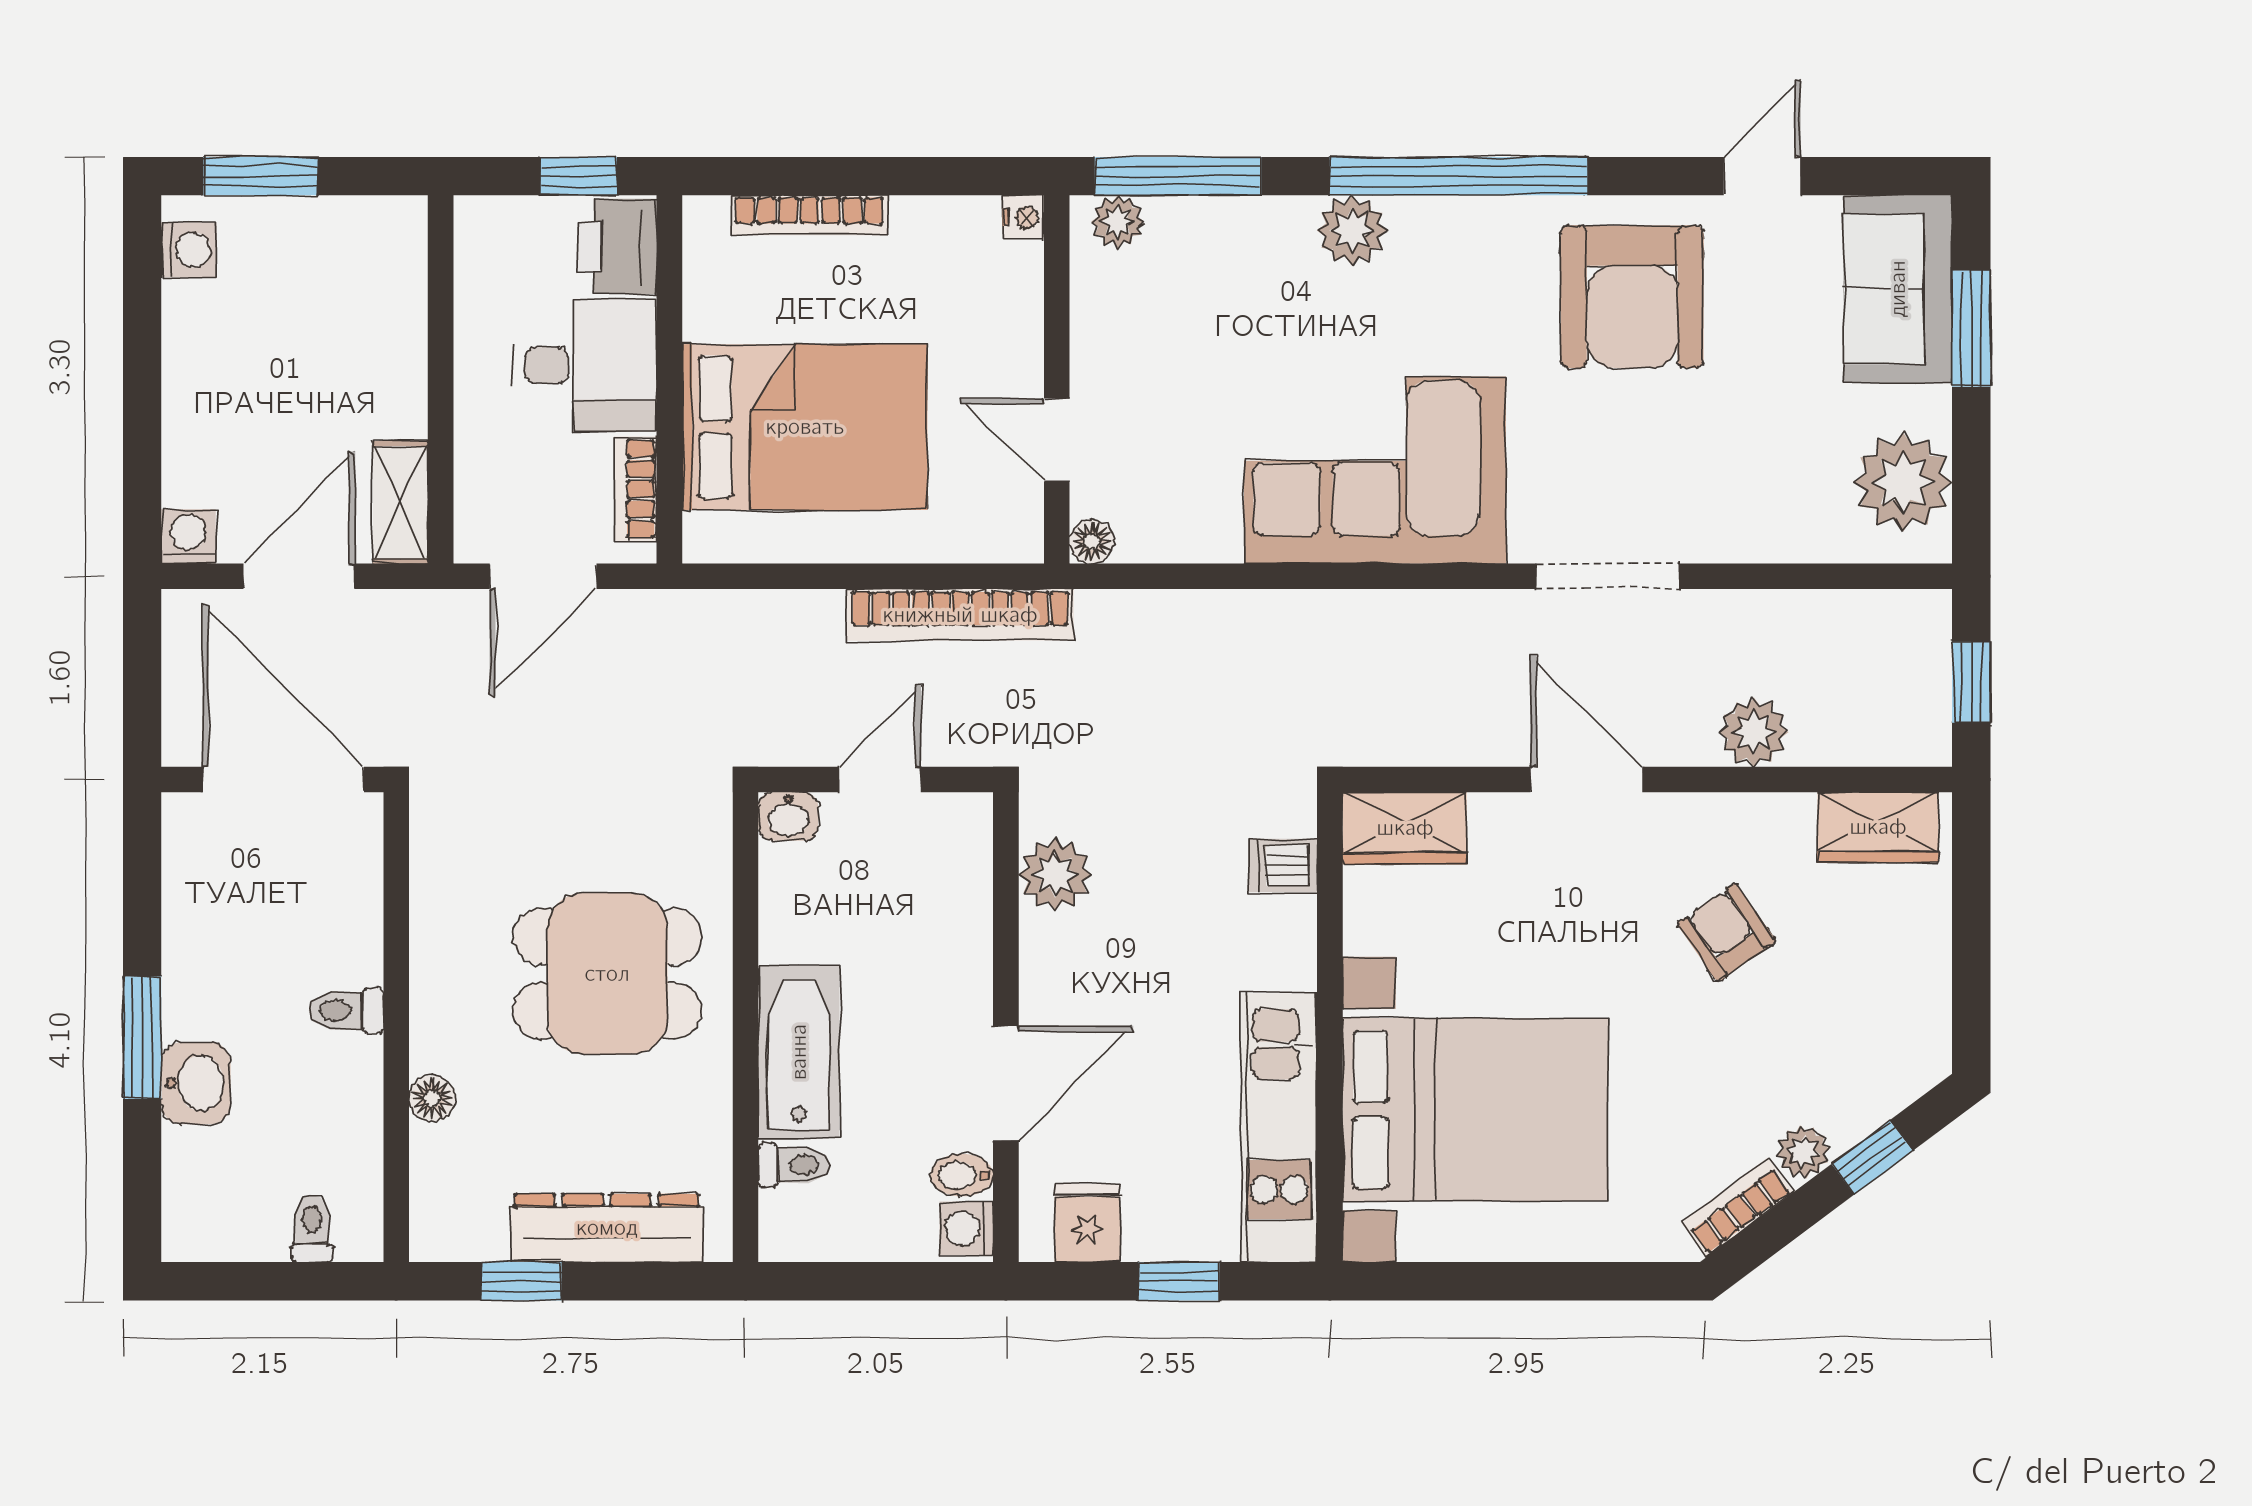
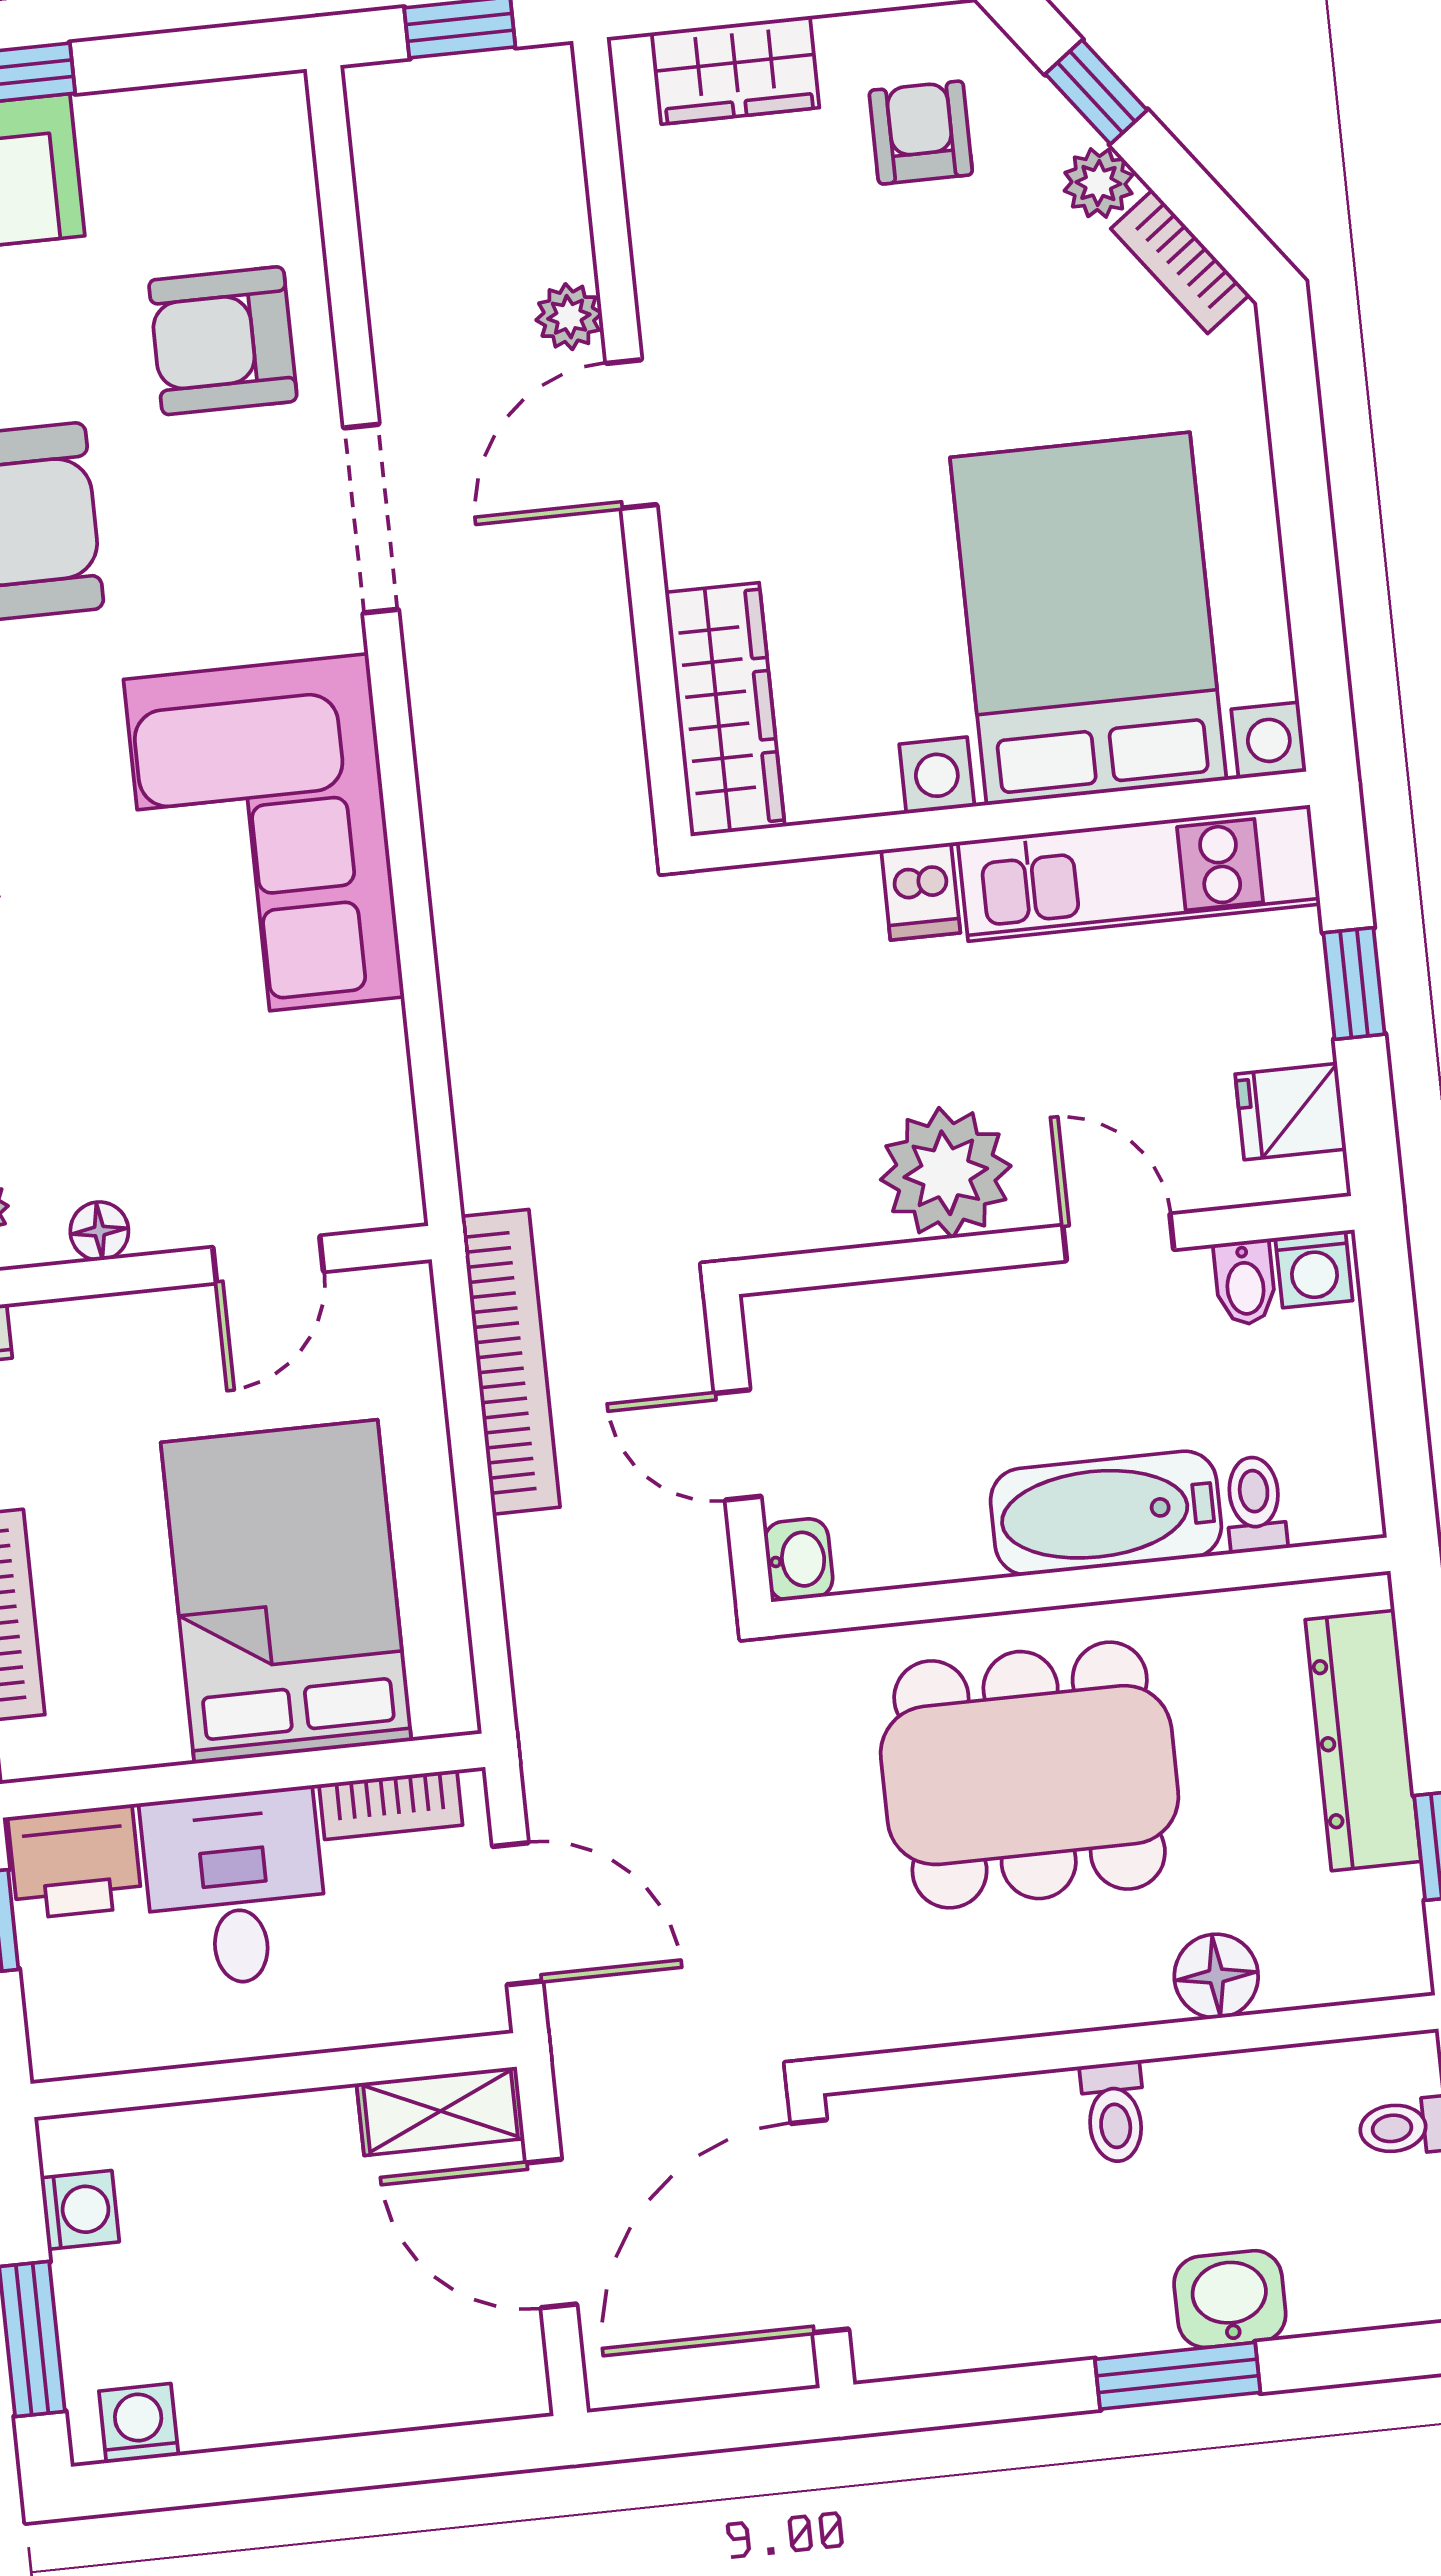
armchair: (1754, 479) -> (223, 341), added
plant: (1903, 482) -> (207, 144), removed
washing machine: (188, 536) -> (80, 2210), moved, turned 180
floor lamp: (1092, 541) -> (99, 1231), moved
plant: (1754, 732) -> (569, 317), width x0.73, depth x0.73
door: (1586, 780) -> (631, 434), moved
wardrobe: (1878, 827) -> (735, 70), moved, turned 90
wardrobe: (1405, 828) -> (725, 709), width x1.50
dishwasher: (1283, 865) -> (921, 891), moved
plant: (1055, 874) -> (946, 1173), moved, width x1.36, depth x1.36
armchair: (1726, 932) -> (921, 133), moved, turned 125
dining table: (607, 974) -> (1030, 1775), width x1.38
door: (1006, 1083) -> (1118, 1237), width x0.73
floor lamp: (432, 1099) -> (1216, 1976), width x1.37, depth x1.37

